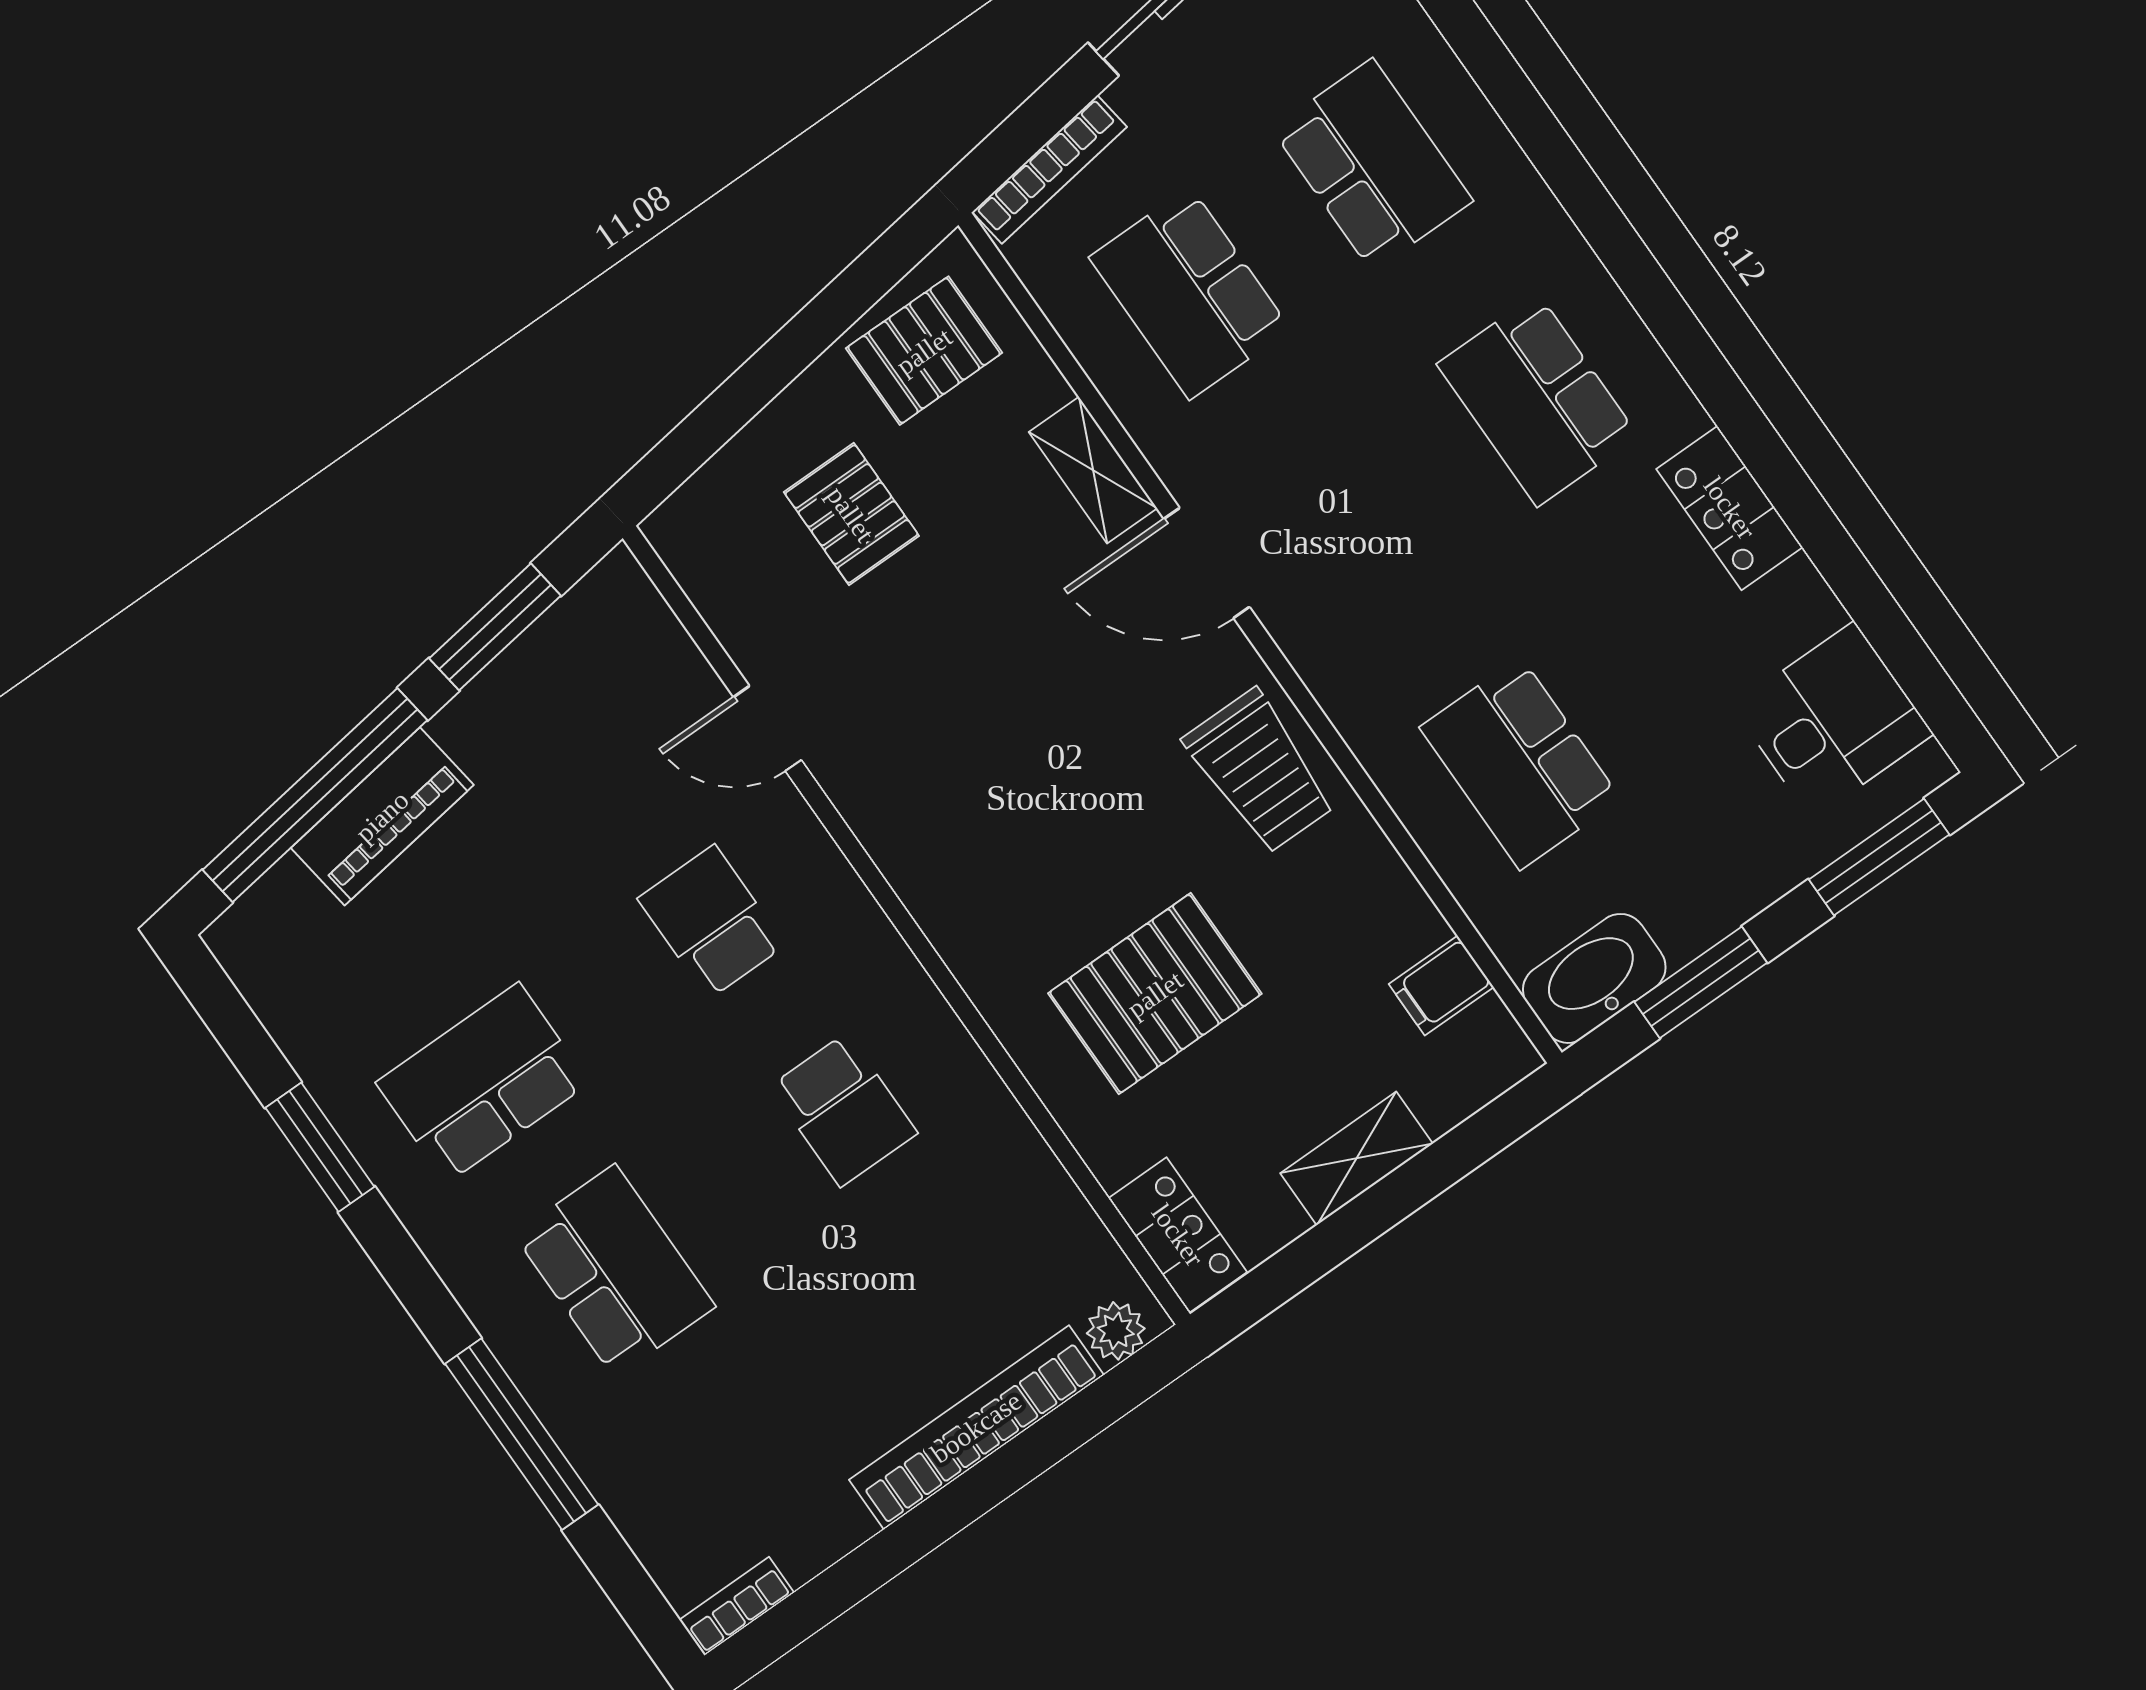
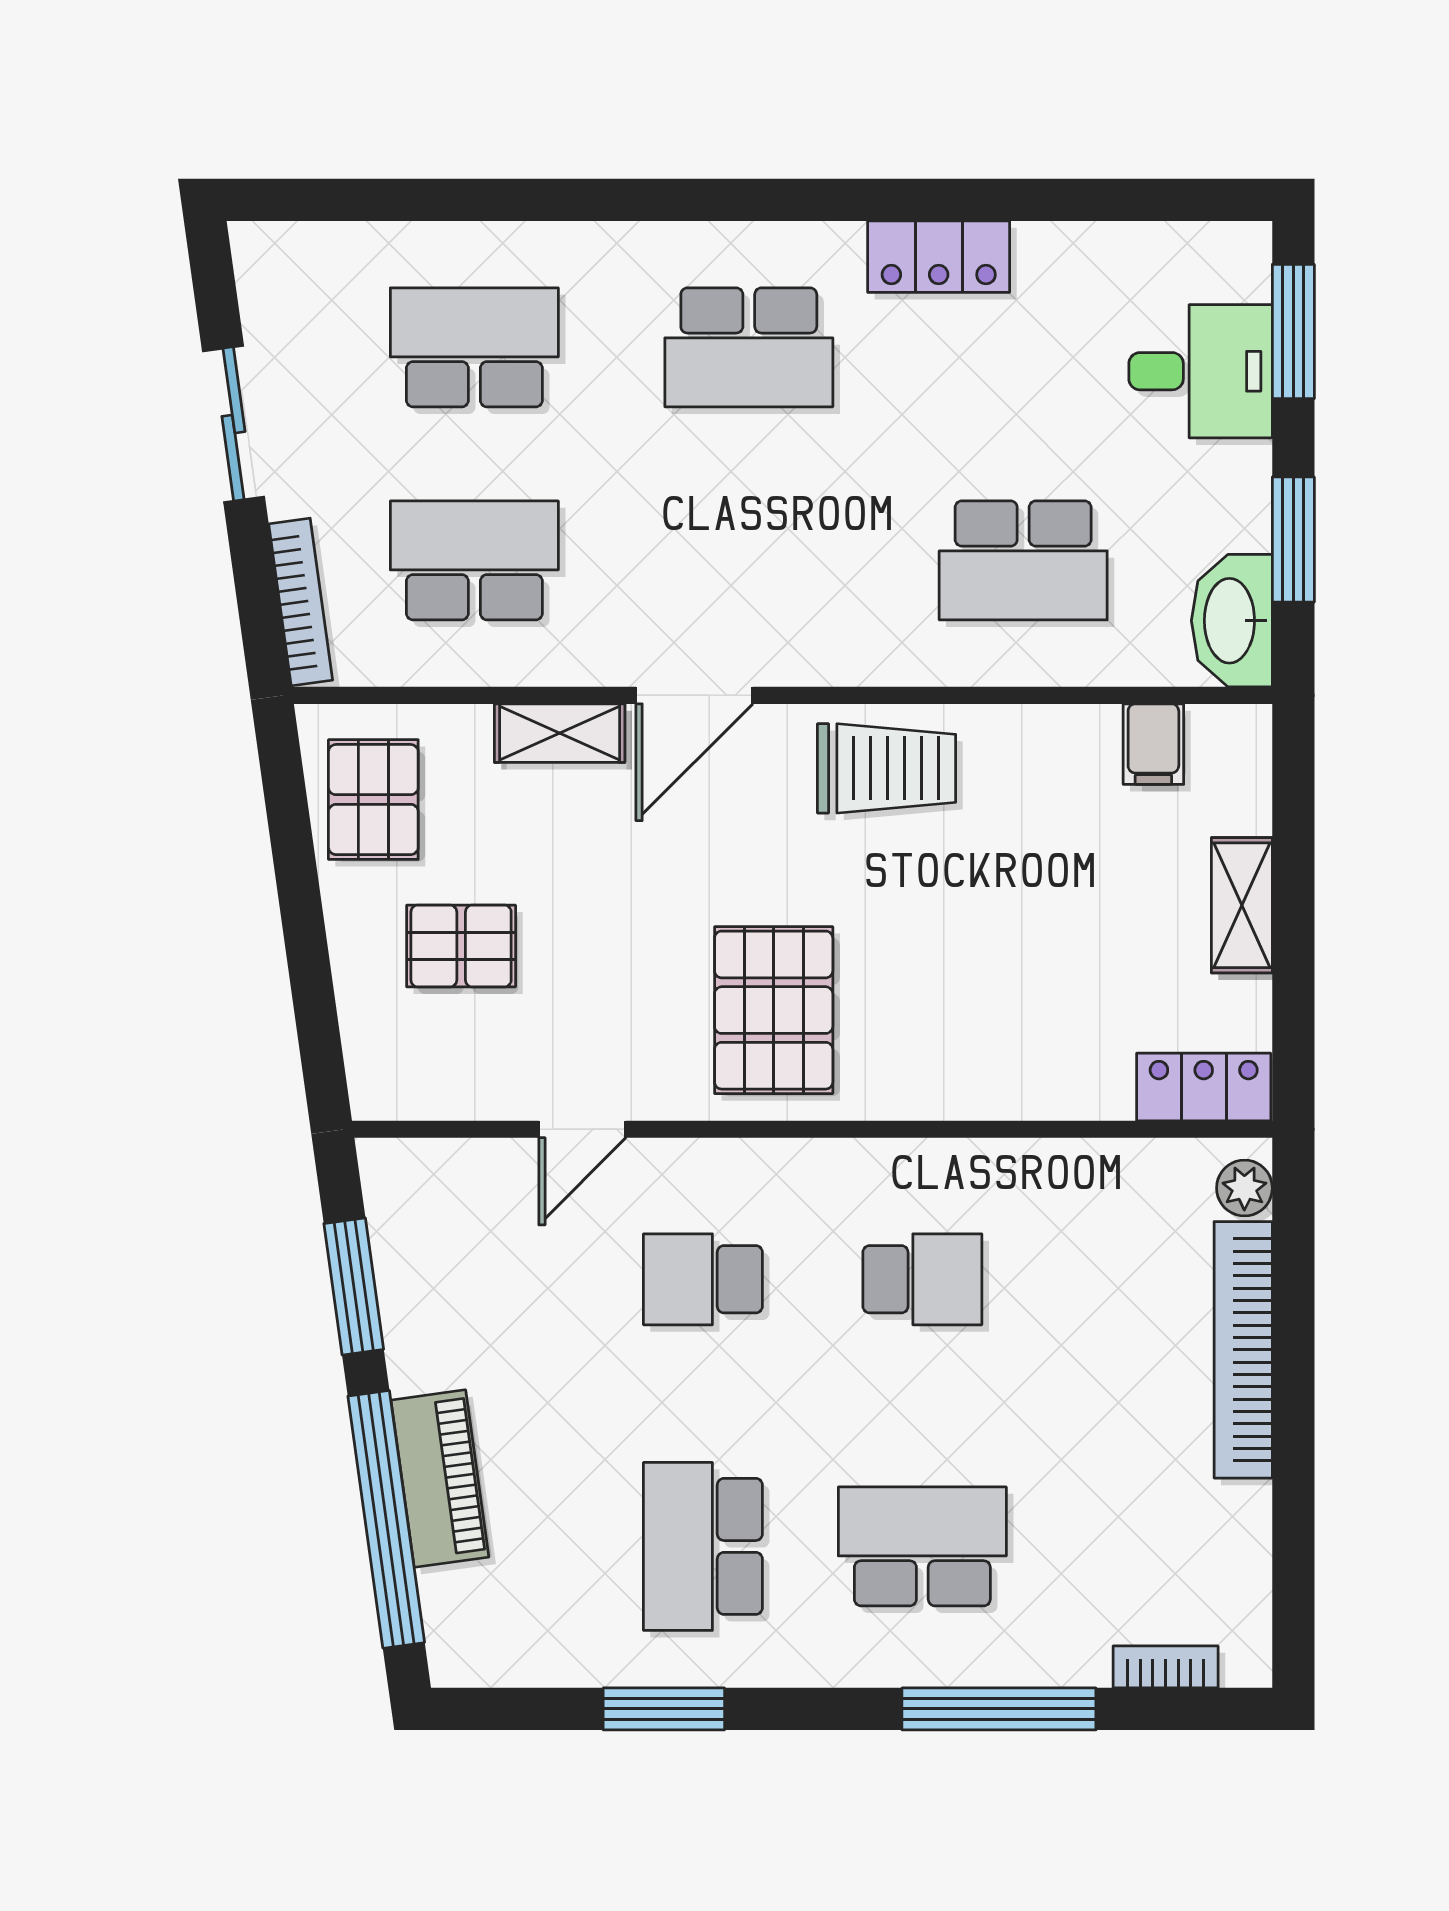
school desk: (1190, 293) -> (474, 560), turned 180
desk: (1833, 720) -> (1201, 371), moved, turned 90
pallet: (1155, 994) -> (774, 1010), moved
bookcase: (737, 1606) -> (1166, 1667), moved, turned 90

